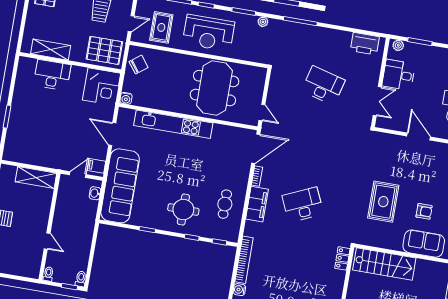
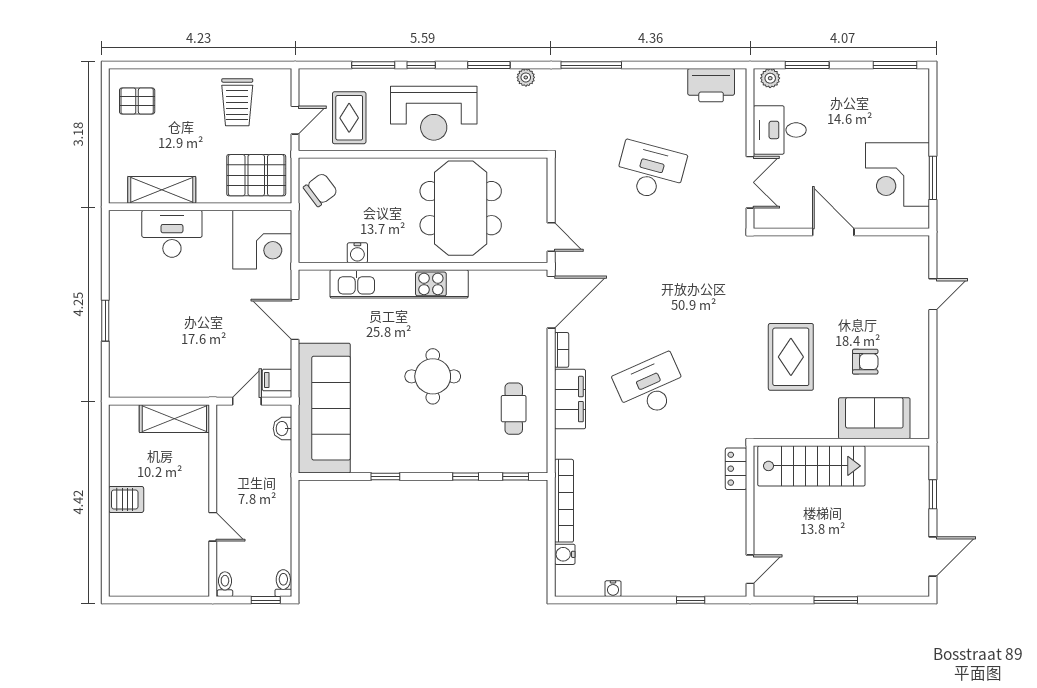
water cooler: (126, 98) -> (357, 253), moved
round table: (183, 210) -> (433, 376), moved

